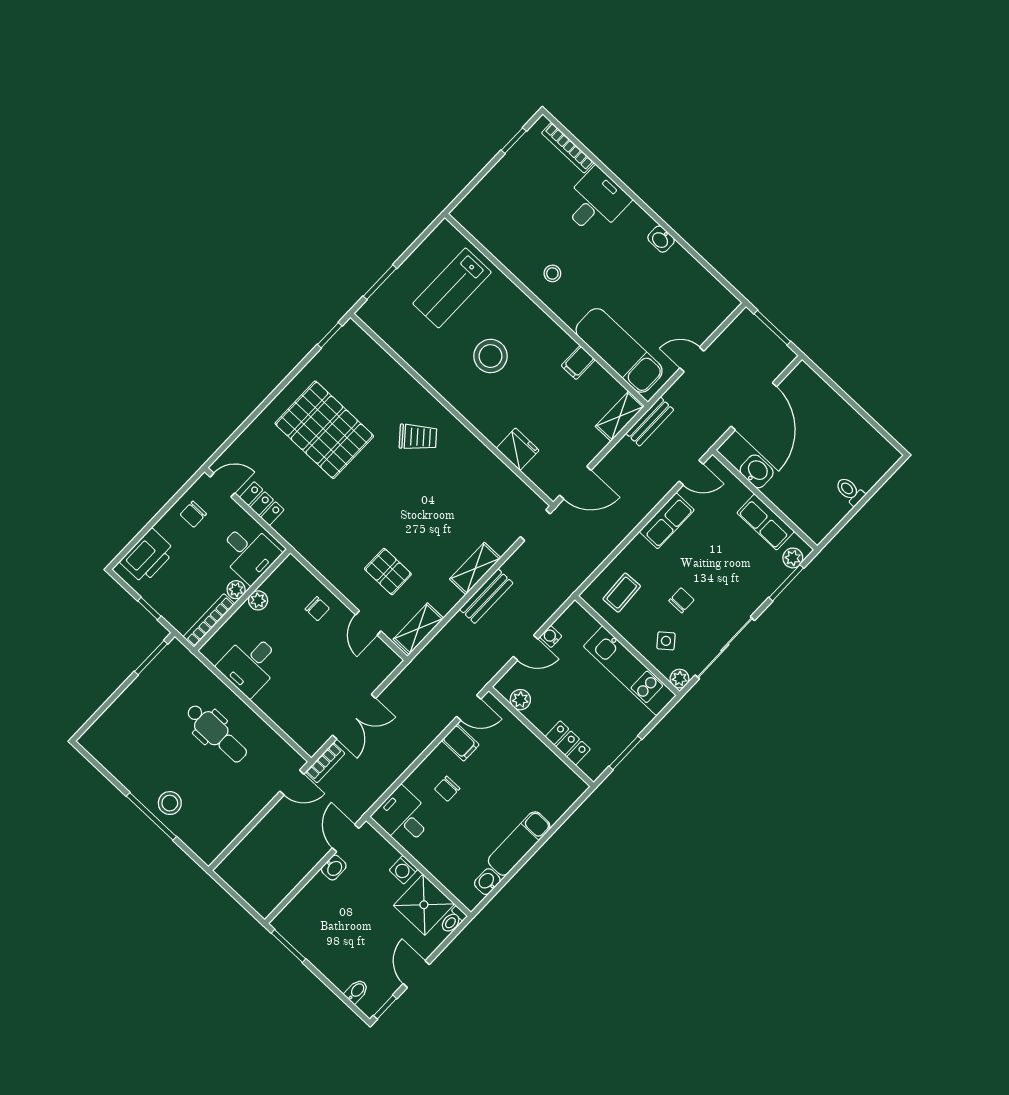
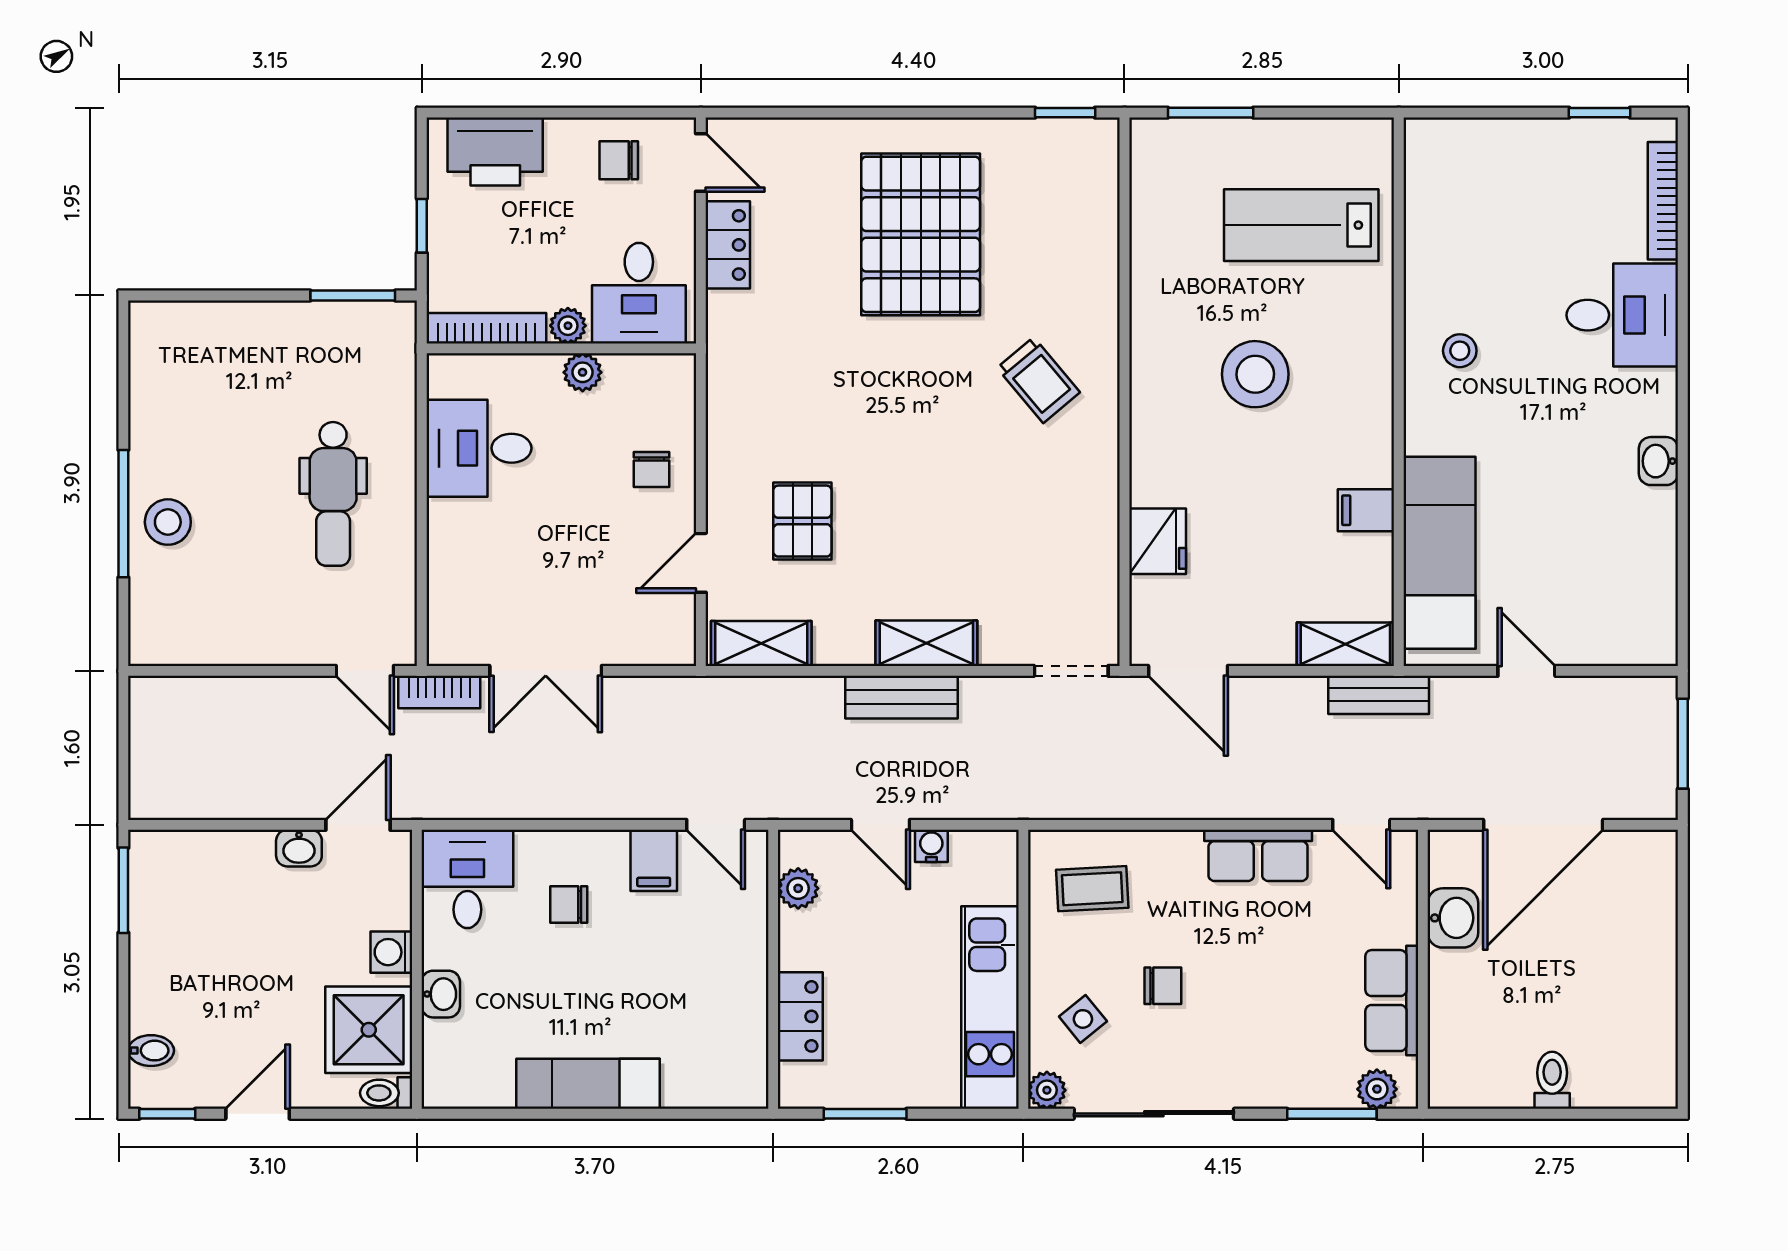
washbasin: (487, 882) -> (441, 994), moved, turned 90

